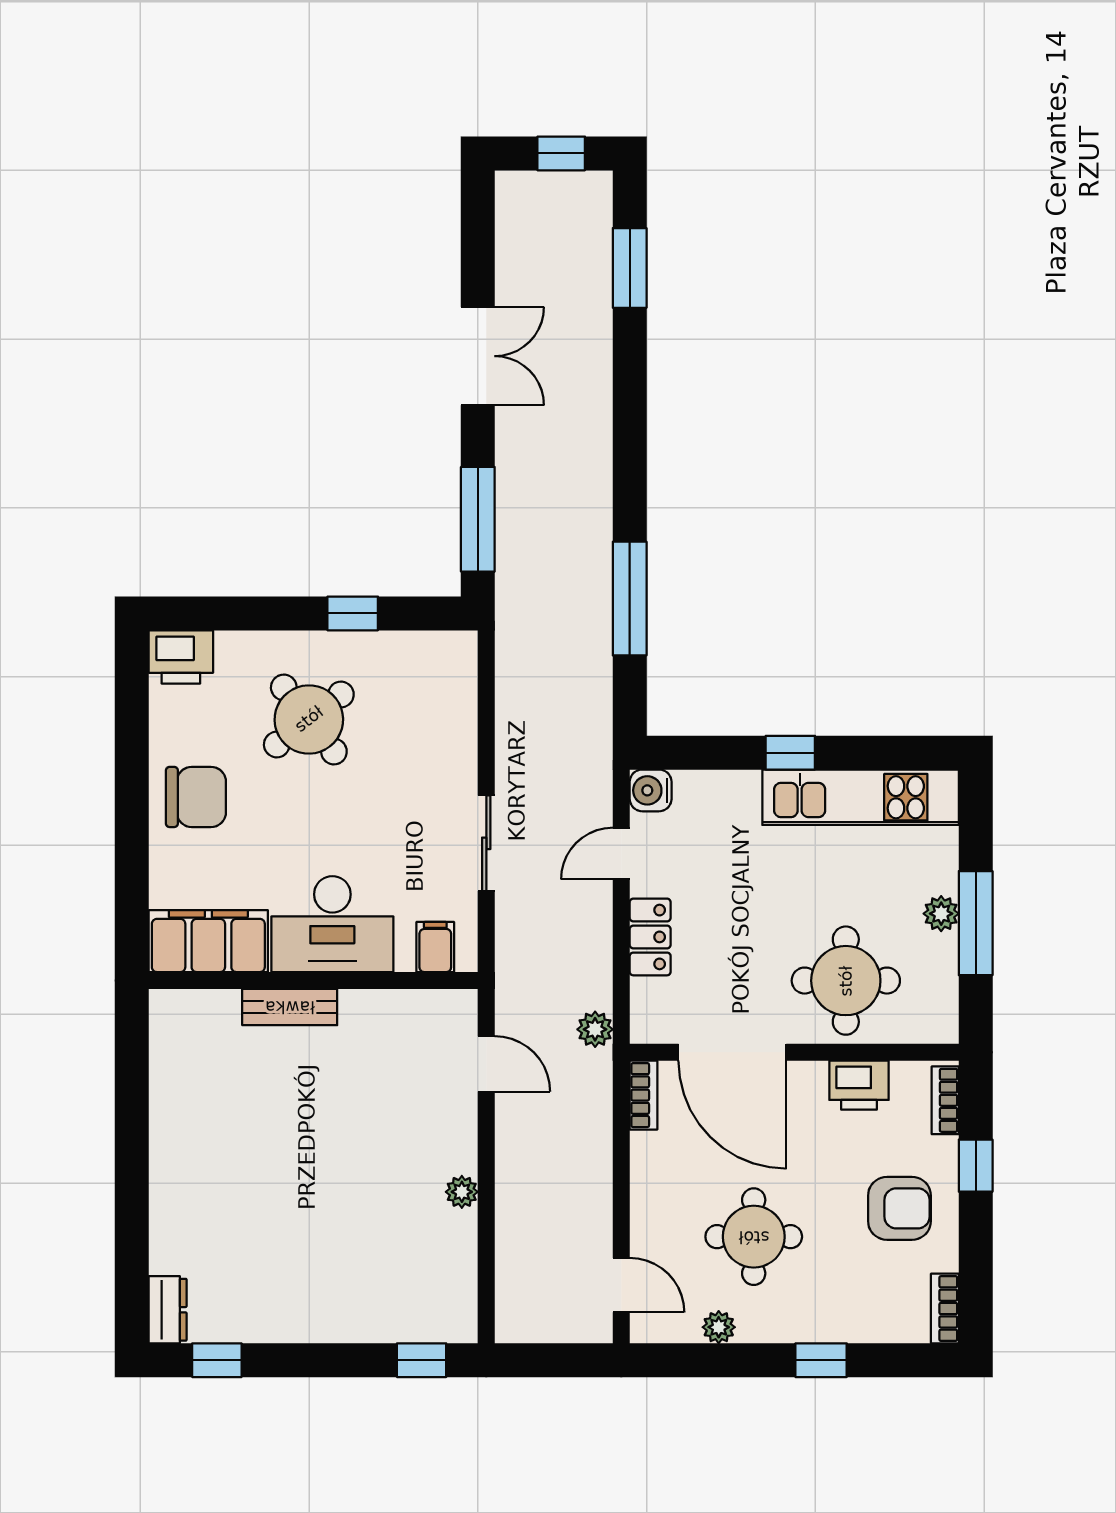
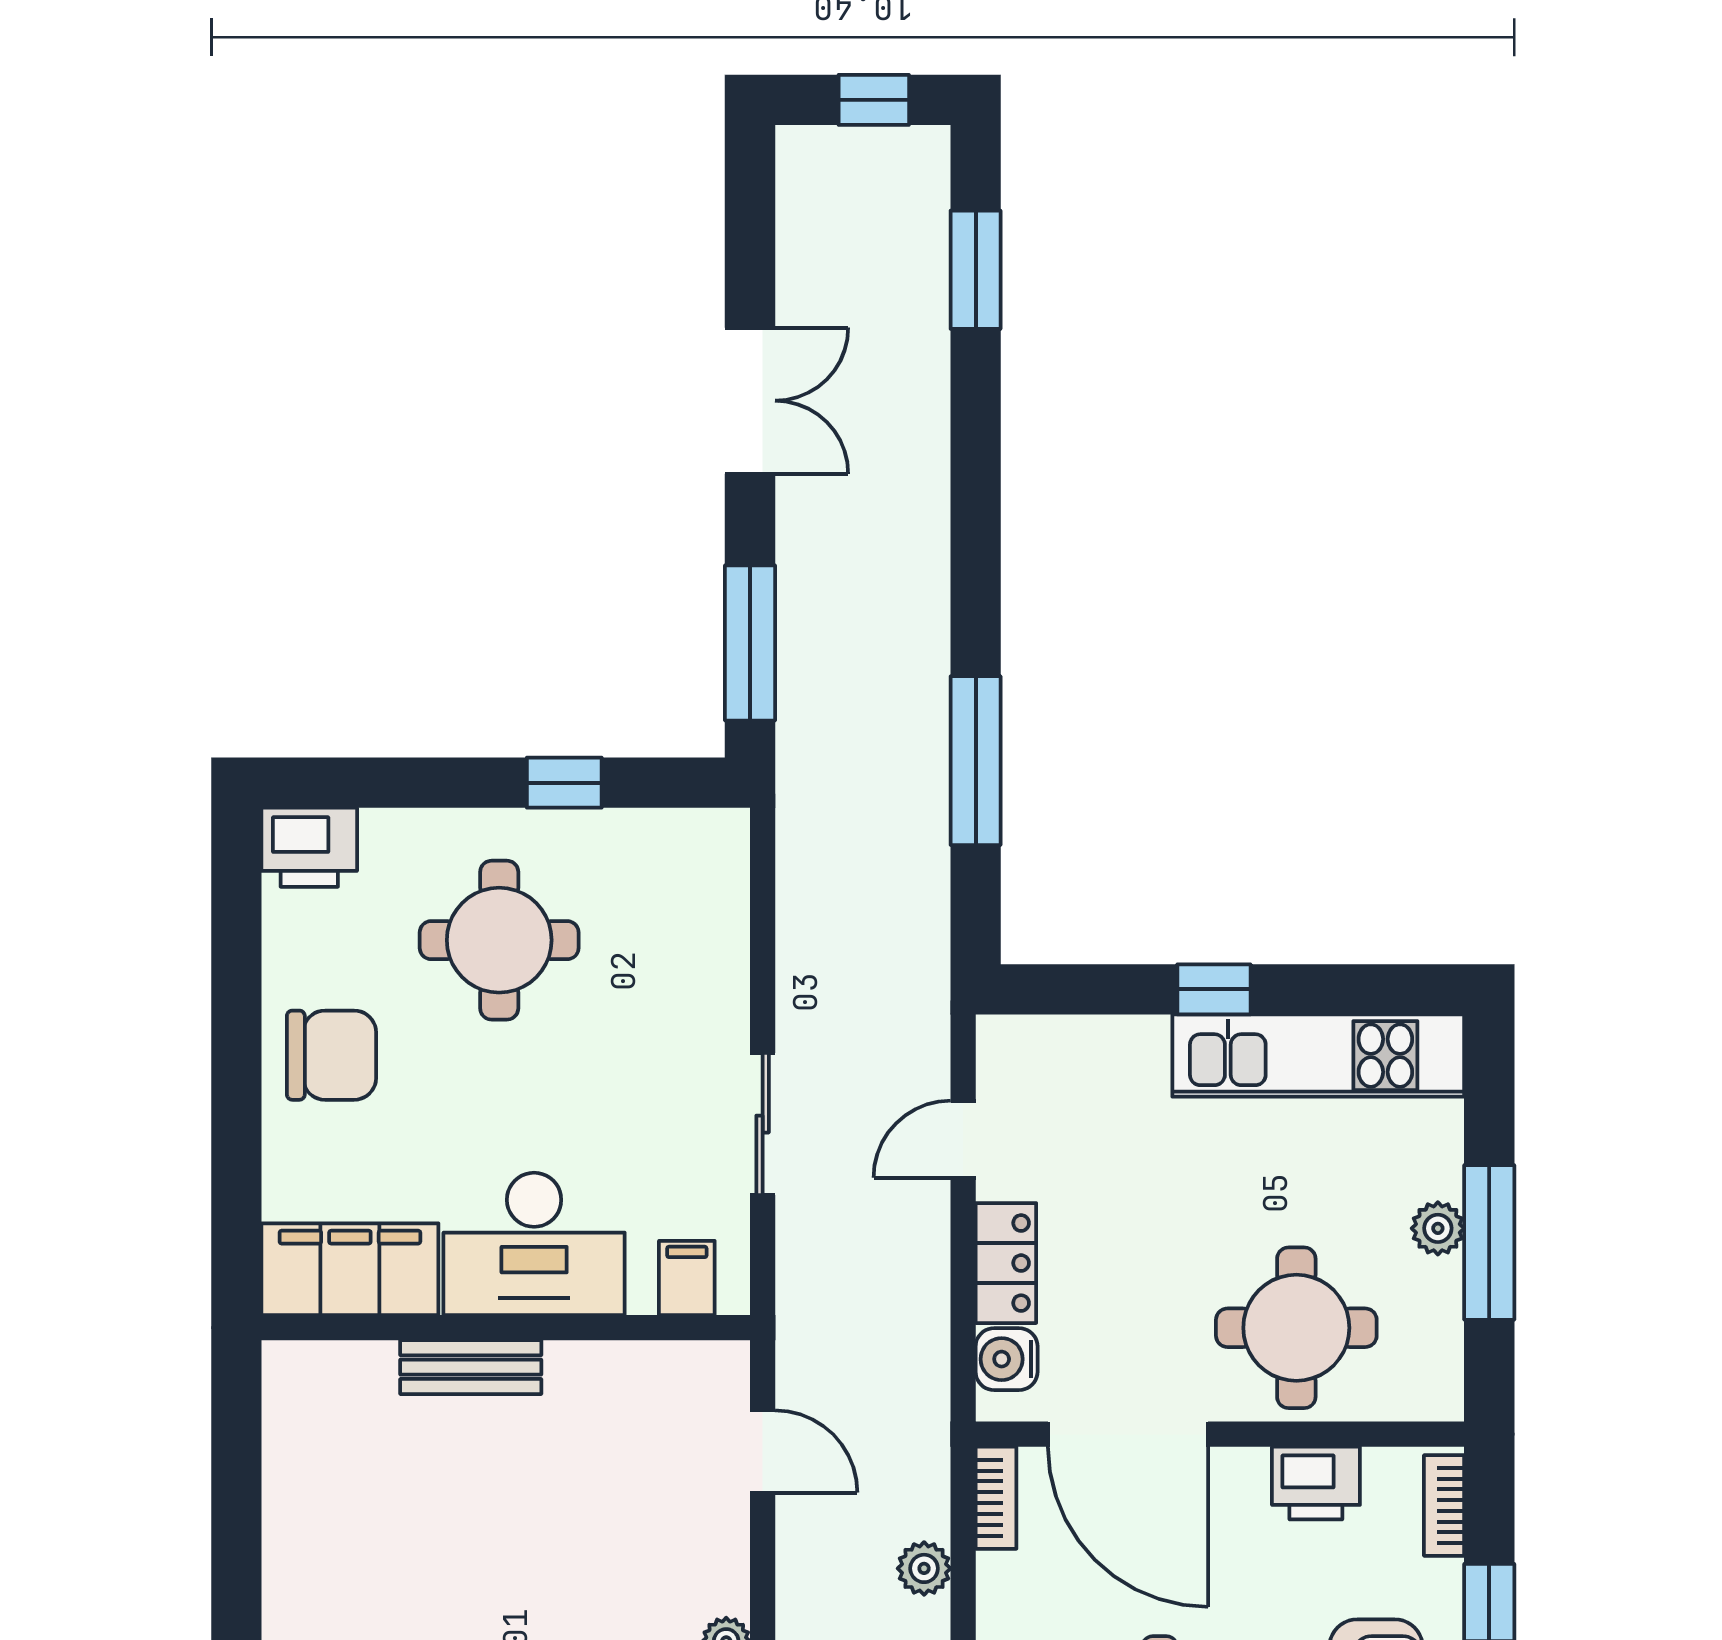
round table: (309, 719) -> (499, 940), turned 38
water cooler: (651, 790) -> (1007, 1359), moved
plant: (595, 1029) -> (924, 1568), moved

